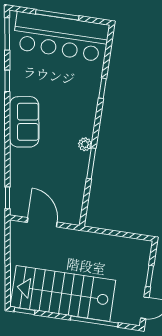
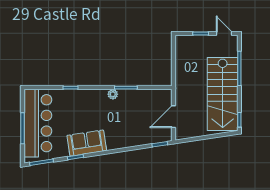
sofa: (24, 122) -> (87, 143), moved

